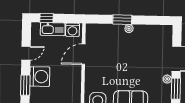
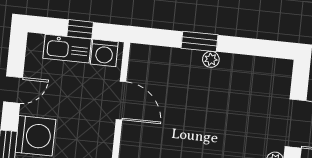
window: (46, 18) -> (80, 29), moved
door: (83, 54) -> (121, 100), swing flipped

